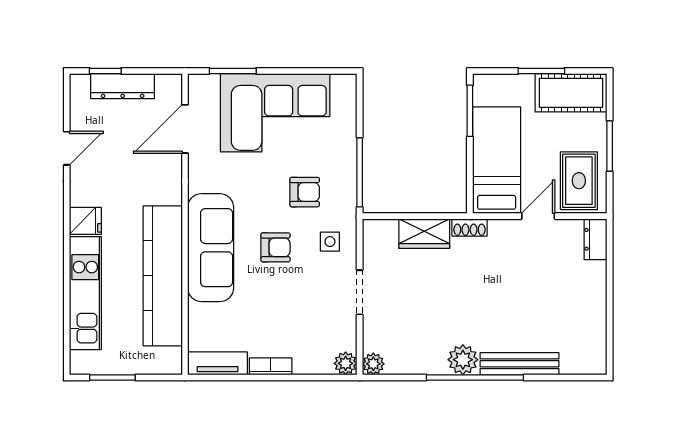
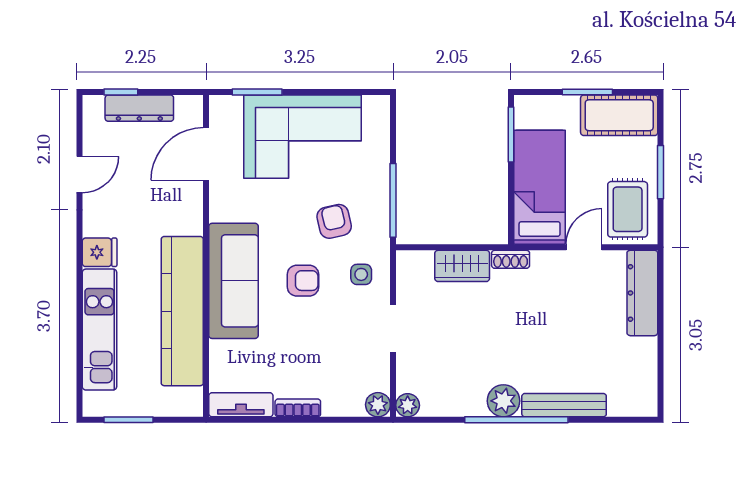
armchair: (305, 192) -> (334, 221), turned -103
dresser: (595, 239) -> (642, 293), width x1.96, depth x1.24

